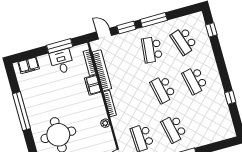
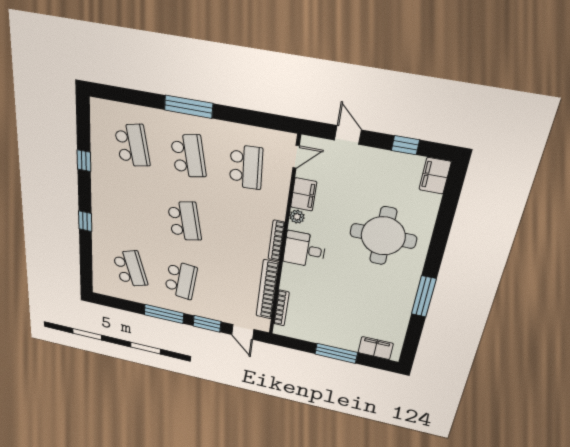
window: (211, 30) -> (85, 221), moved
window: (60, 46) -> (336, 353), moved
desk: (62, 61) -> (304, 250), moved, turned 90
school desk: (195, 80) -> (132, 146), moved
filing cabinet: (93, 85) -> (304, 194), moved
window: (22, 111) -> (424, 297), width x0.68

